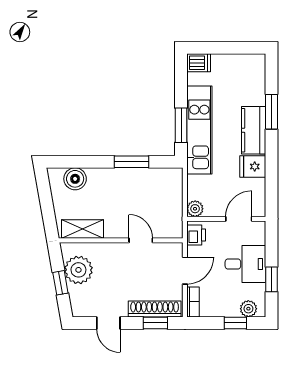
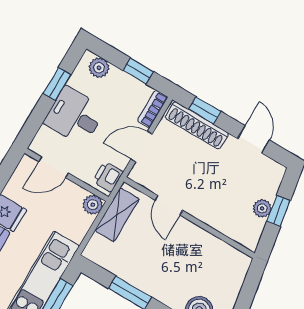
shelving: (82, 229) -> (117, 215), moved, turned 90
plant: (78, 270) -> (262, 208), width x0.53, depth x0.53
window: (235, 323) -> (138, 71), moved

